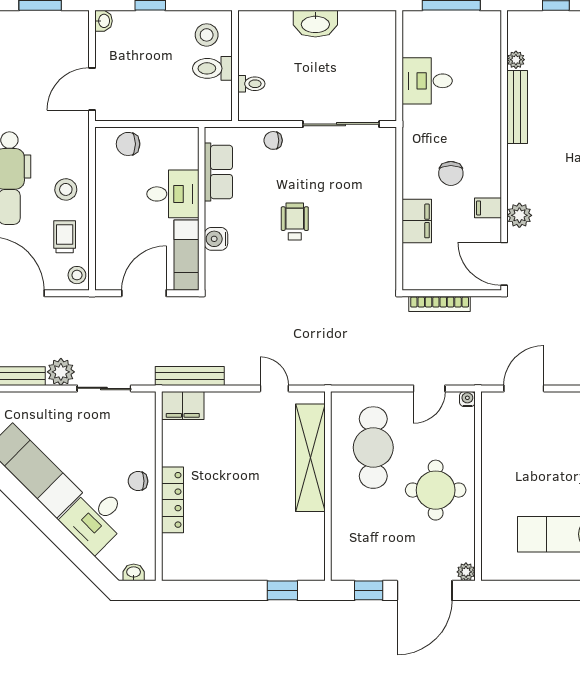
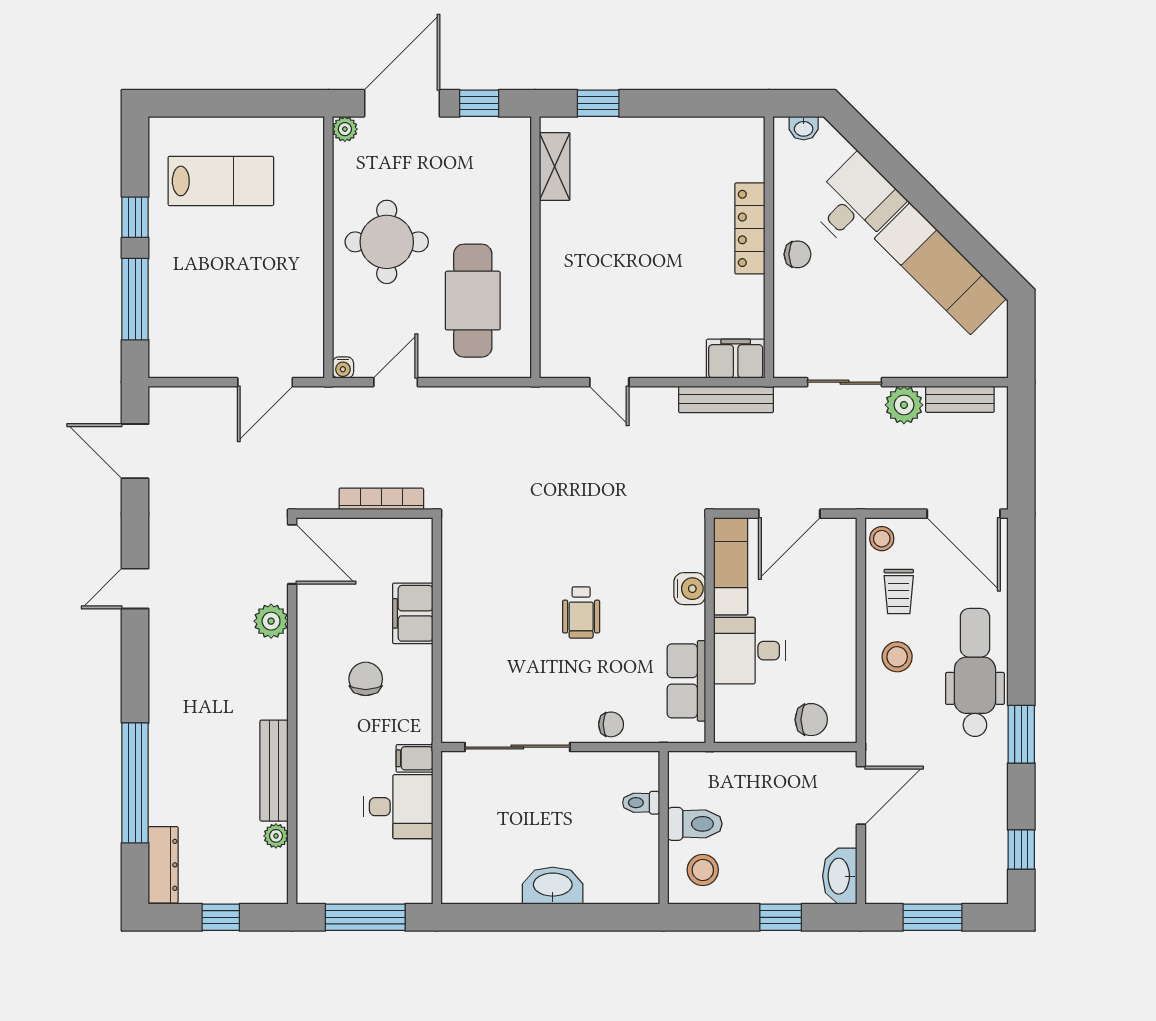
washbasin: (104, 21) -> (840, 876), width x1.91, depth x1.45
filing cabinet: (488, 208) -> (414, 758), moved, turned 180
shelving: (310, 458) -> (555, 166), moved, width x0.45, depth x0.75

